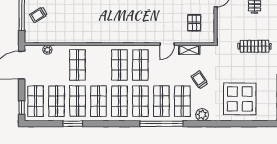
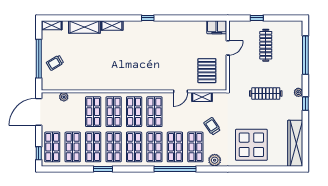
pallet: (194, 23) -> (207, 71), width x1.50, depth x1.42
shop shelf: (98, 65) -> (114, 112), added
window: (73, 124) -> (103, 169), moved

